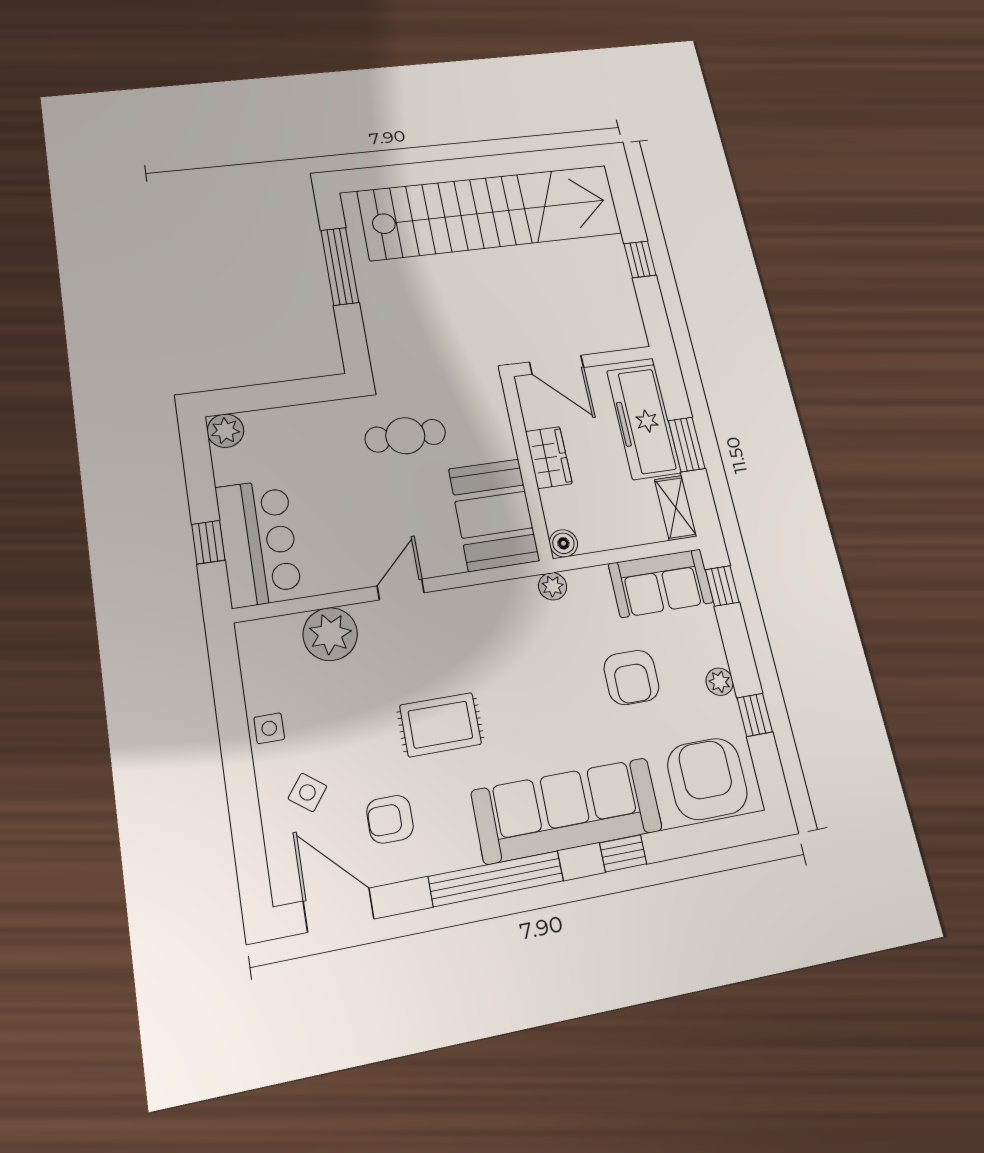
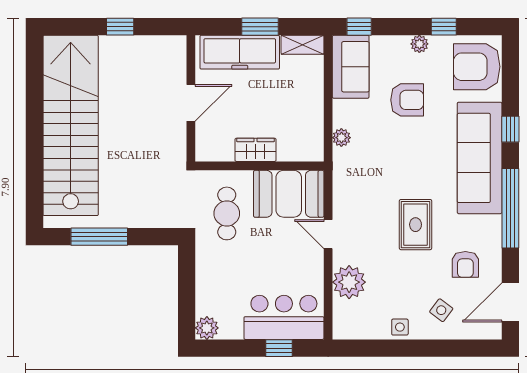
wardrobe: (549, 458) -> (256, 150), moved
wall: (526, 467) -> (260, 166), moved
booth: (494, 515) -> (289, 194), moved
boiler: (563, 543) -> (315, 125), removed

